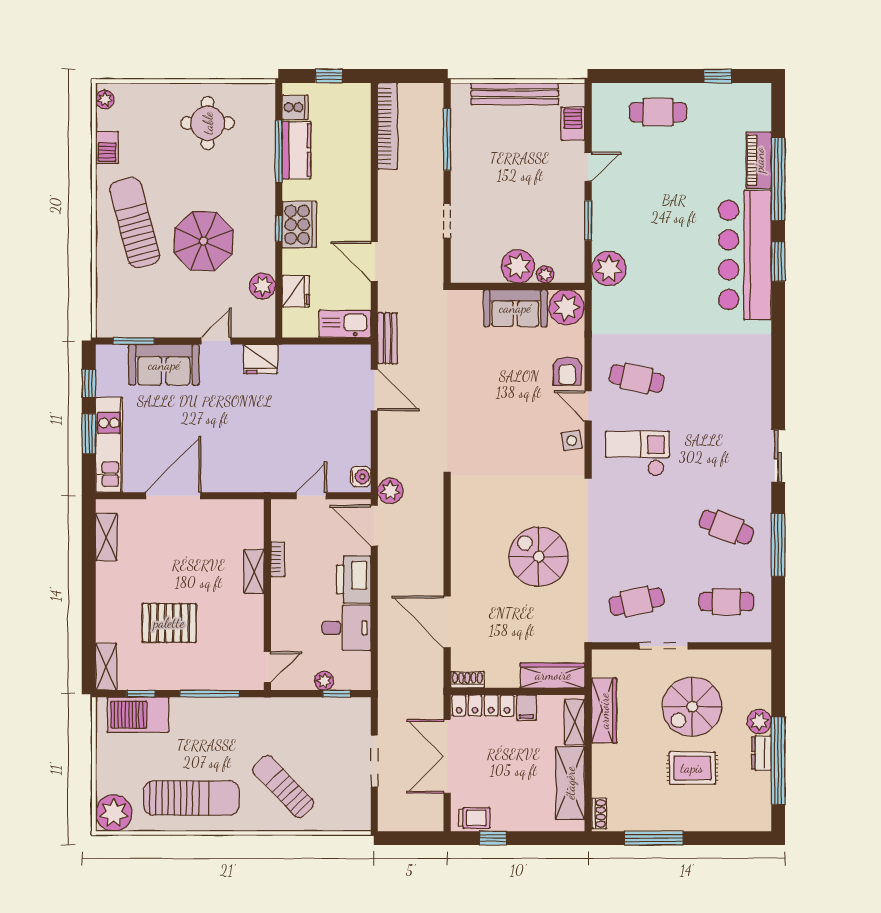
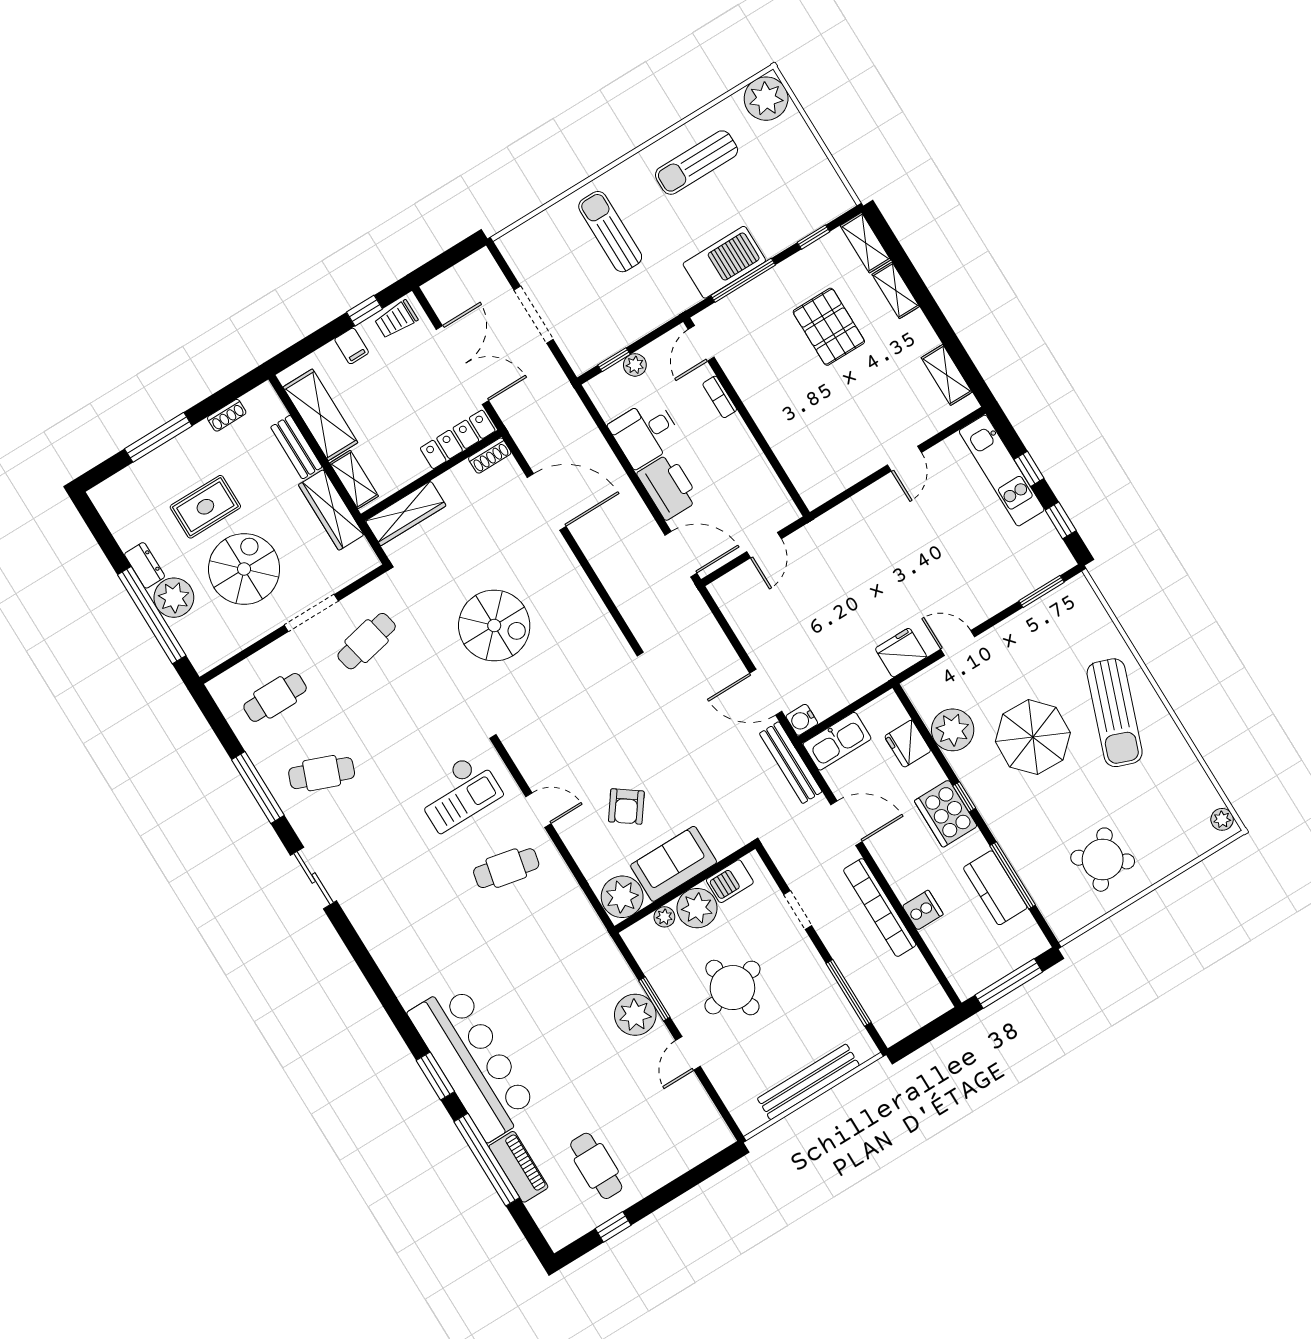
window: (329, 76) -> (1009, 983), width x2.17
cooker: (295, 107) -> (923, 910), moved, turned 180
cafe table: (658, 112) -> (596, 1166), moved, turned 90
round table: (208, 123) -> (1103, 860), turned 36
barbecue: (573, 124) -> (730, 881), moved, turned 90
bookcase: (388, 126) -> (880, 907), moved
barbecue: (107, 147) -> (1190, 772), removed
round table: (528, 194) -> (732, 988), added
sun lounger: (135, 223) -> (1115, 713), turned 35
plant: (609, 269) -> (635, 1015), moved
plant: (262, 286) -> (953, 730), width x1.36, depth x1.36
bench: (387, 338) -> (791, 763), width x1.36
door: (216, 341) -> (958, 643), swing flipped
sofa: (164, 365) -> (996, 586), removed
armchair: (567, 371) -> (626, 806), moved, turned -144
window: (89, 434) -> (1029, 469), width x0.67
side table: (572, 440) -> (533, 765), removed
water cooler: (361, 477) -> (802, 720), moved
plant: (390, 491) -> (686, 600), removed
door: (173, 496) -> (904, 459), width x0.53
bookcase: (278, 559) -> (720, 397), moved
shelving: (254, 571) -> (896, 290), moved
pallet: (169, 623) -> (829, 327), turned 90
filing cabinet: (527, 708) -> (352, 346), moved, turned 180
barbecue: (138, 715) -> (724, 262), moved
plant: (759, 721) -> (174, 598), width x1.36, depth x1.36
window: (778, 761) -> (152, 615), moved
bench: (601, 771) -> (296, 447), added
sun lounger: (283, 787) -> (610, 232), turned -136
sun lounger: (191, 798) -> (696, 163), width x0.73, depth x0.75
shoe rack: (599, 814) -> (227, 415), moved, turned -90
window: (654, 838) -> (158, 437), moved

